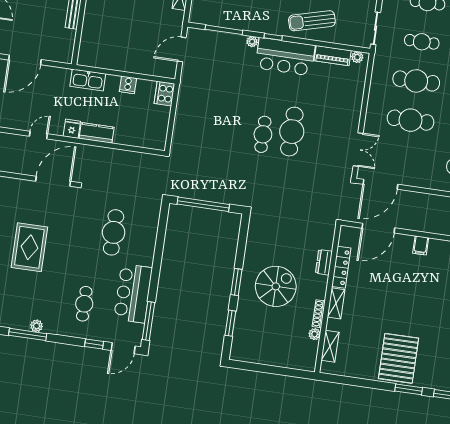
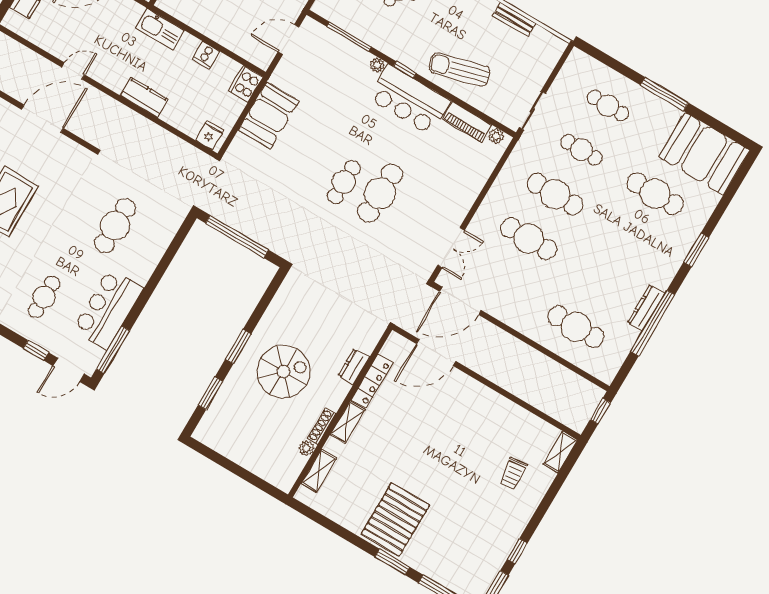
booth: (190, 109) -> (268, 116), added
fridge: (72, 129) -> (209, 135), moved
door: (53, 181) -> (43, 119), moved
filing cabinet: (421, 245) -> (478, 394), removed

